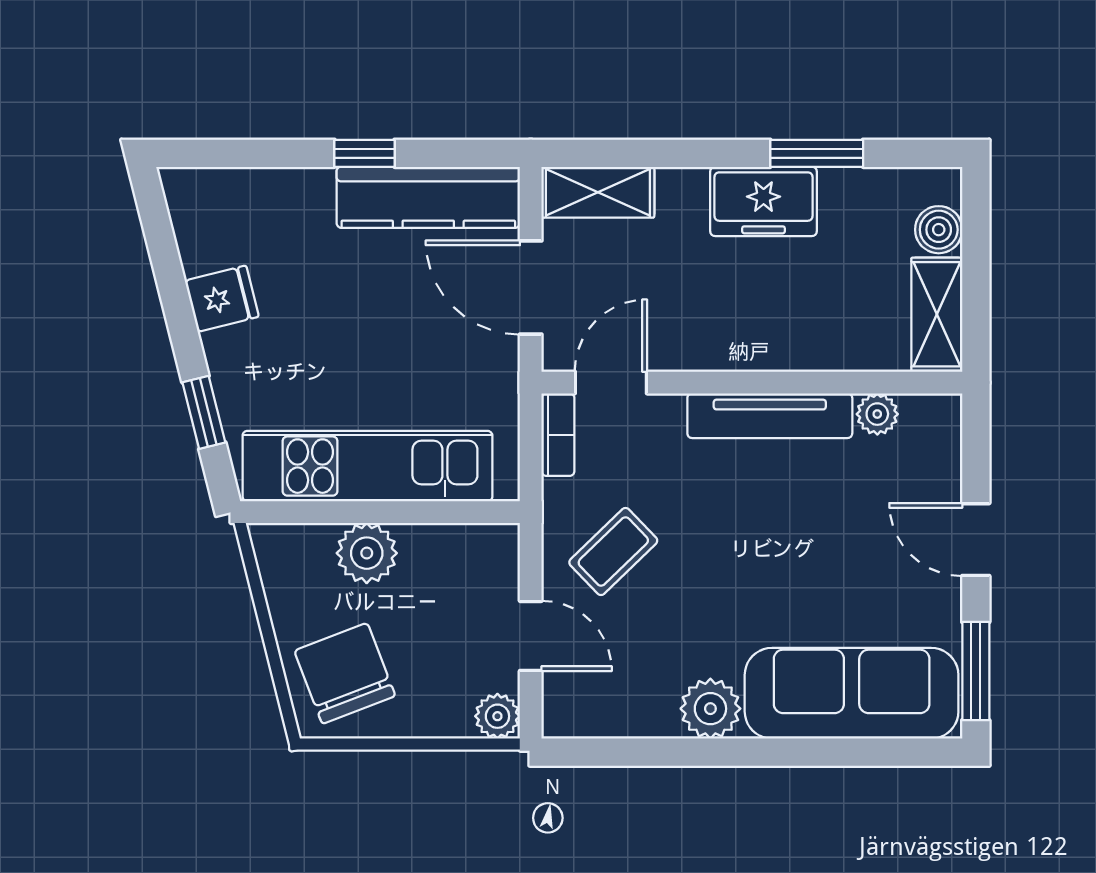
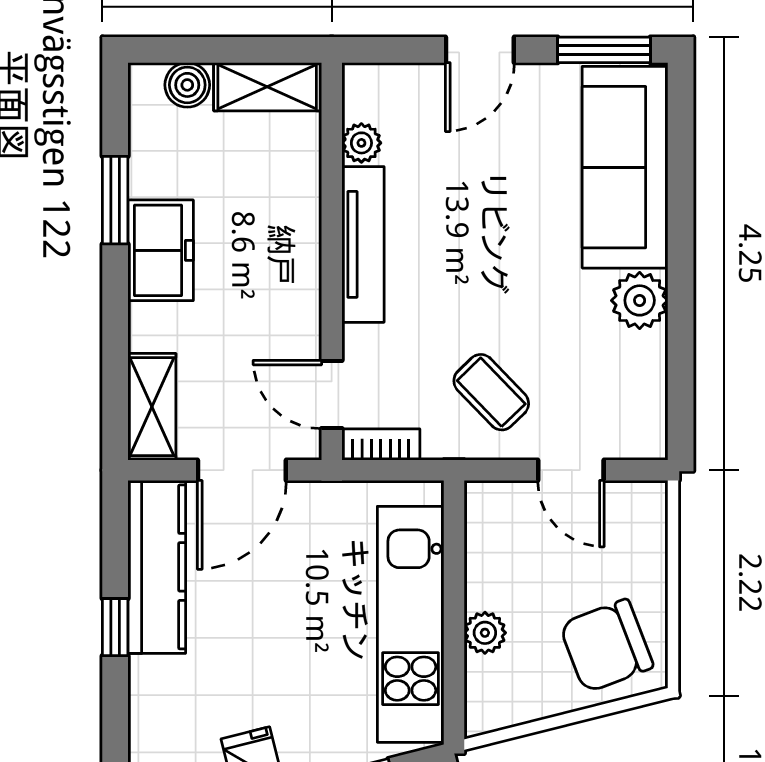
plant: (367, 553) -> (485, 633), width x0.73, depth x0.73
door: (531, 636) -> (571, 470), swing flipped
plant: (497, 716) -> (647, 502), removed

